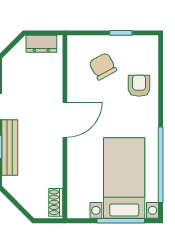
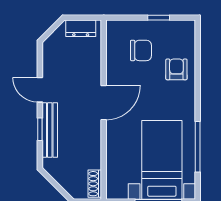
chair: (103, 66) -> (141, 50), turned 119
window: (161, 165) -> (198, 147), width x0.68

